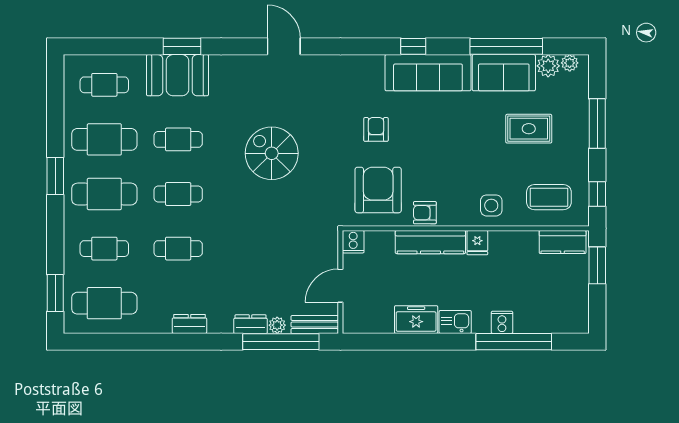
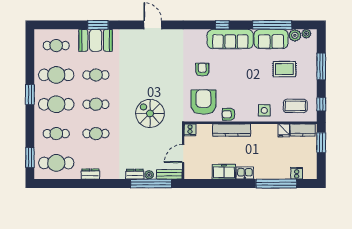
spiral stairs: (272, 153) -> (150, 113), moved
fridge: (477, 243) -> (284, 130), moved
cooker: (502, 322) -> (297, 173), moved
dresser: (189, 324) -> (90, 174), moved

